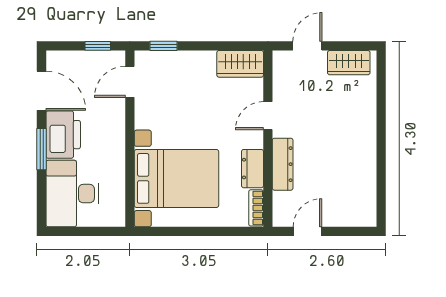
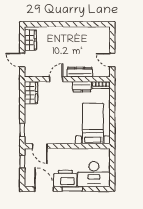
door: (42, 91) -> (44, 189), hinge flipped
door: (268, 116) -> (56, 79), swing flipped
bed with nightstands: (176, 178) -> (93, 124), width x0.73

